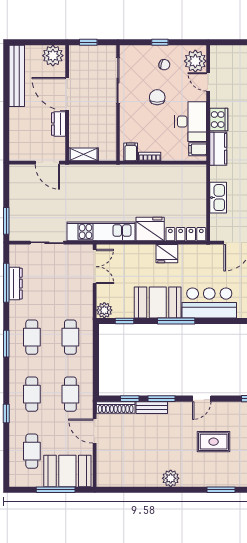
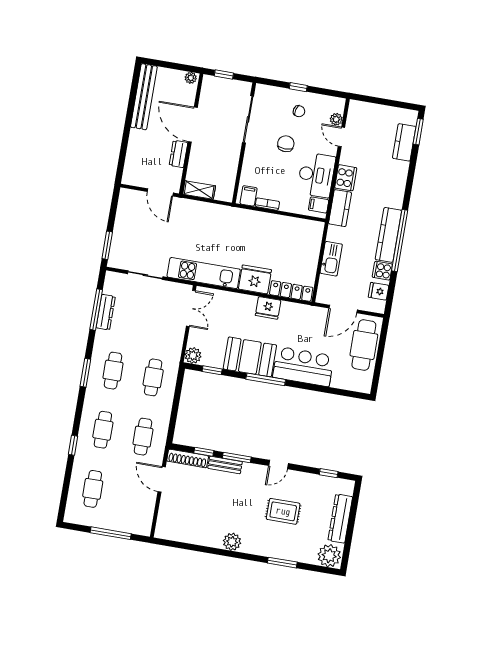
plant: (53, 56) -> (191, 78), width x0.53, depth x0.53
plant: (195, 61) -> (336, 119), width x0.53, depth x0.53
booth: (67, 471) -> (126, 516), removed

